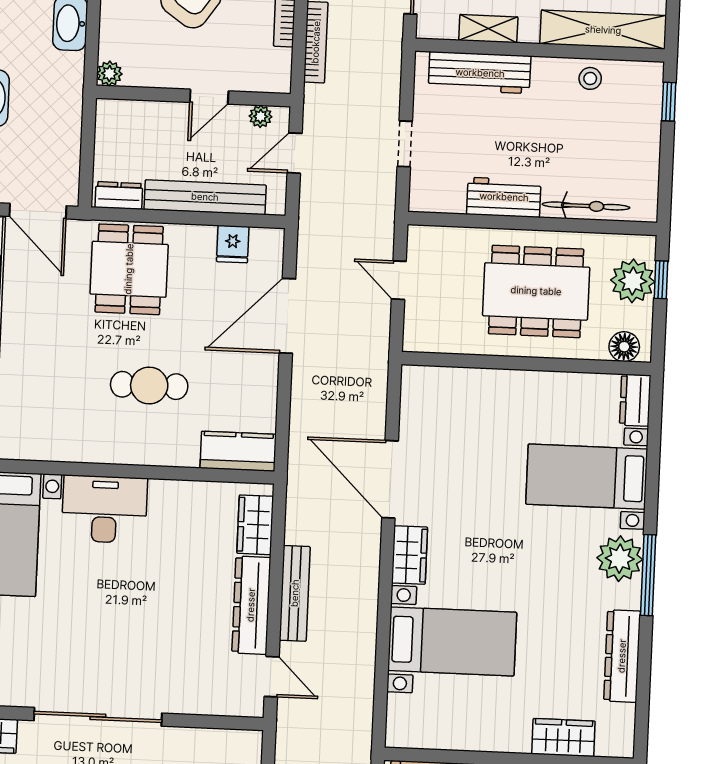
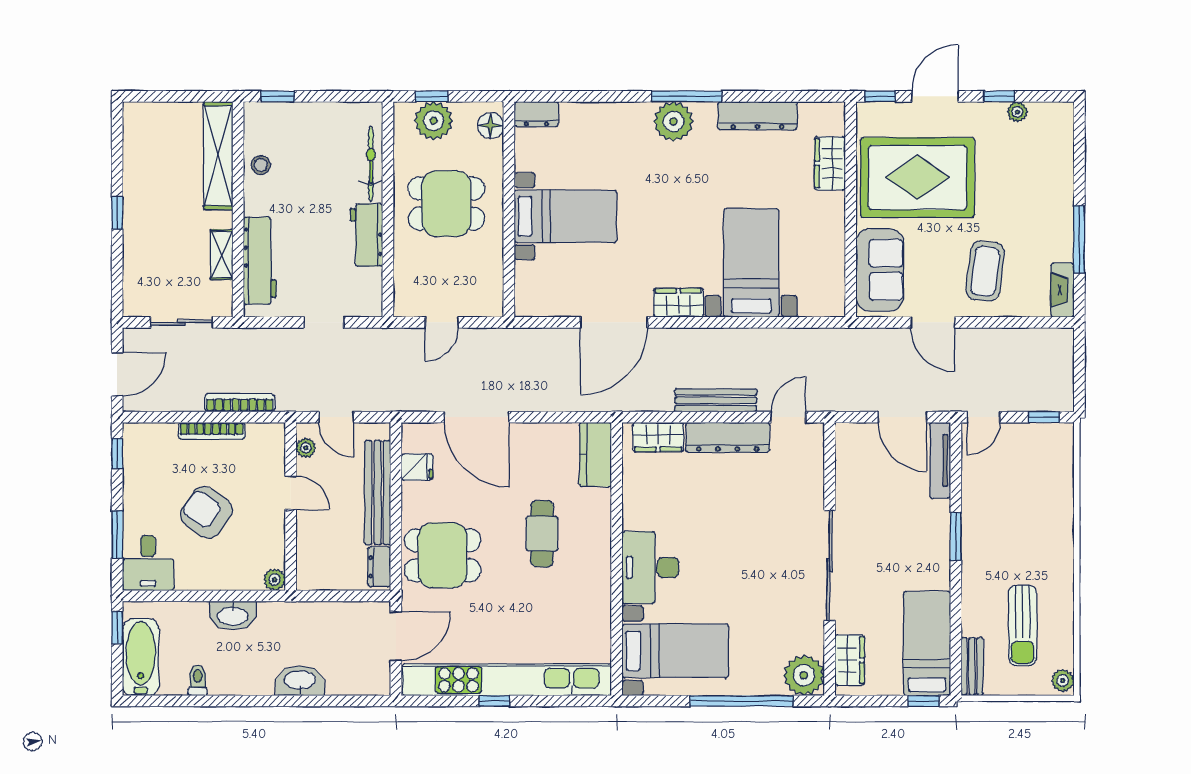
dining table: (536, 291) -> (446, 204), width x0.73
bed with nightstands: (587, 477) -> (566, 216), moved, turned -90

